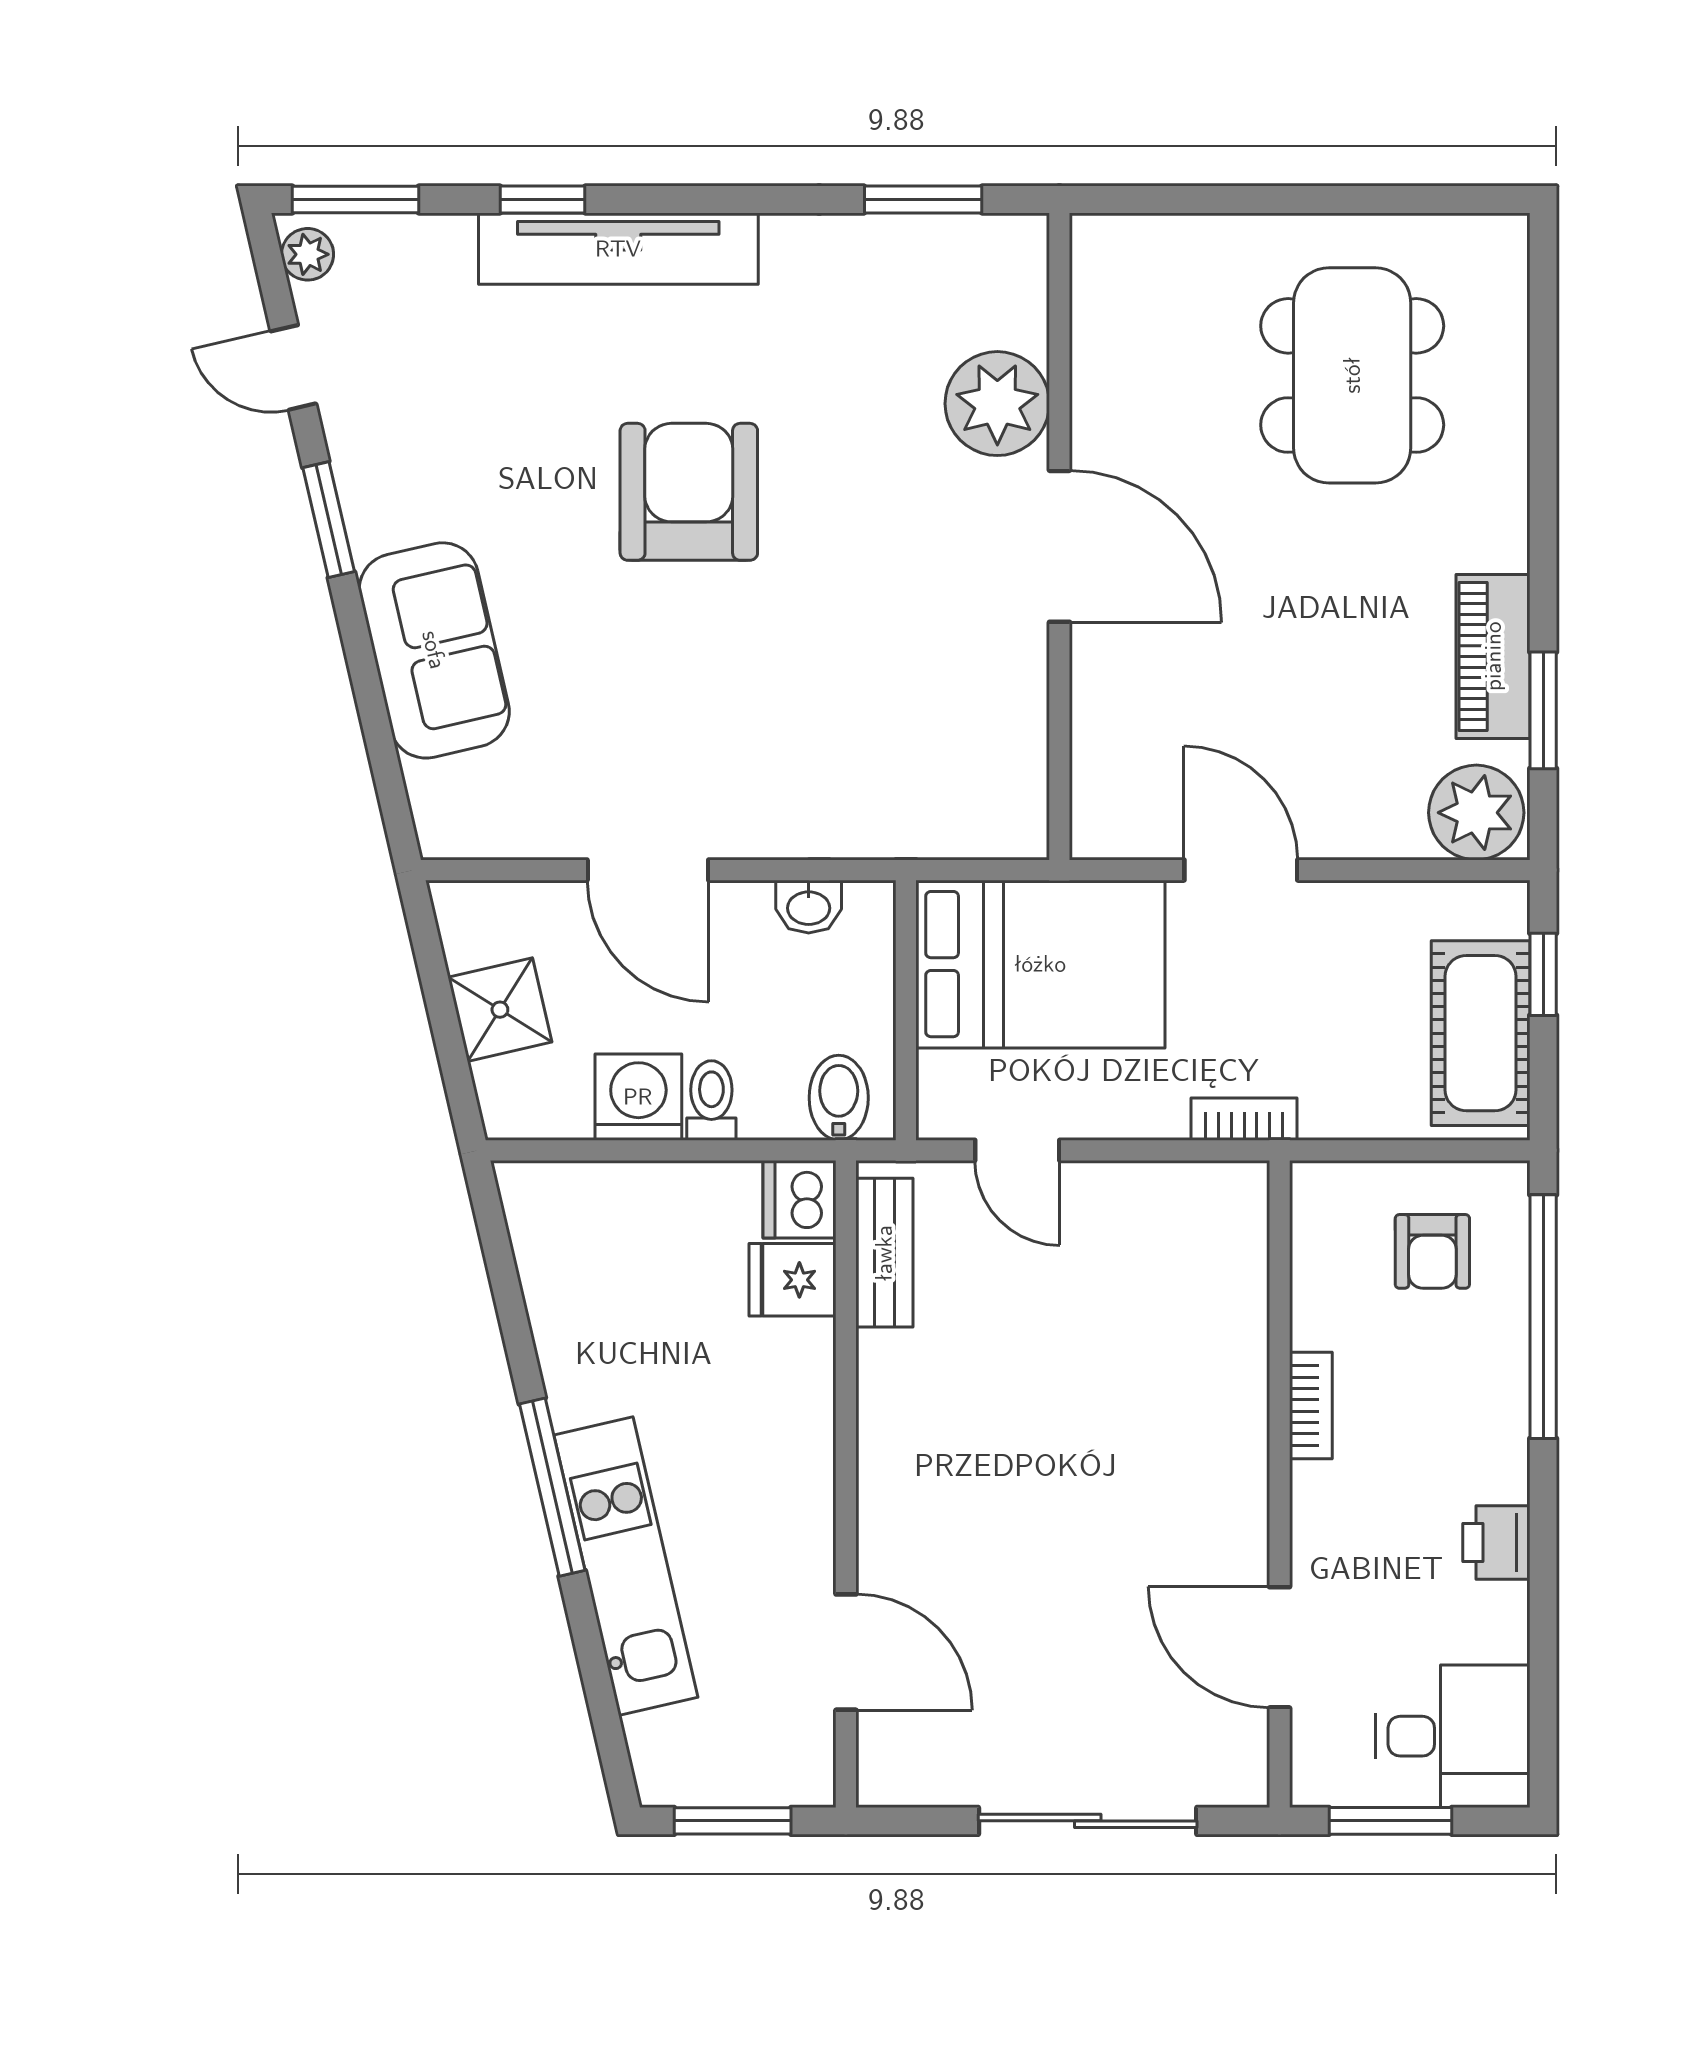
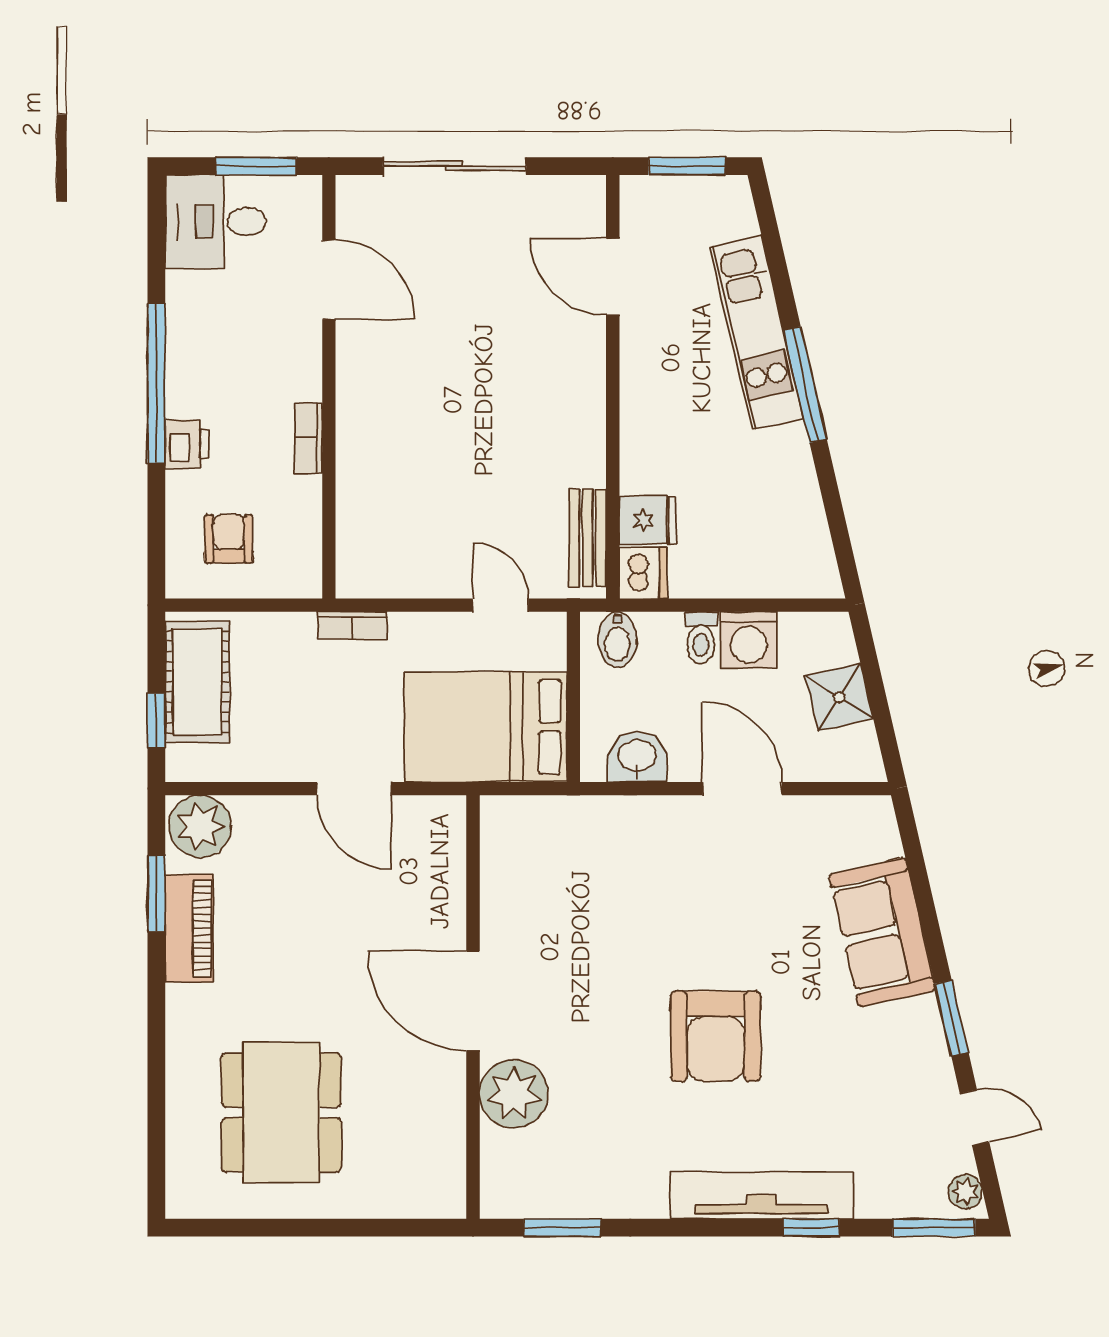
washbasin: (809, 907) -> (637, 757), width x1.38, depth x1.45
window: (1543, 1317) -> (156, 383), moved
printer: (1496, 1542) -> (187, 444), moved

